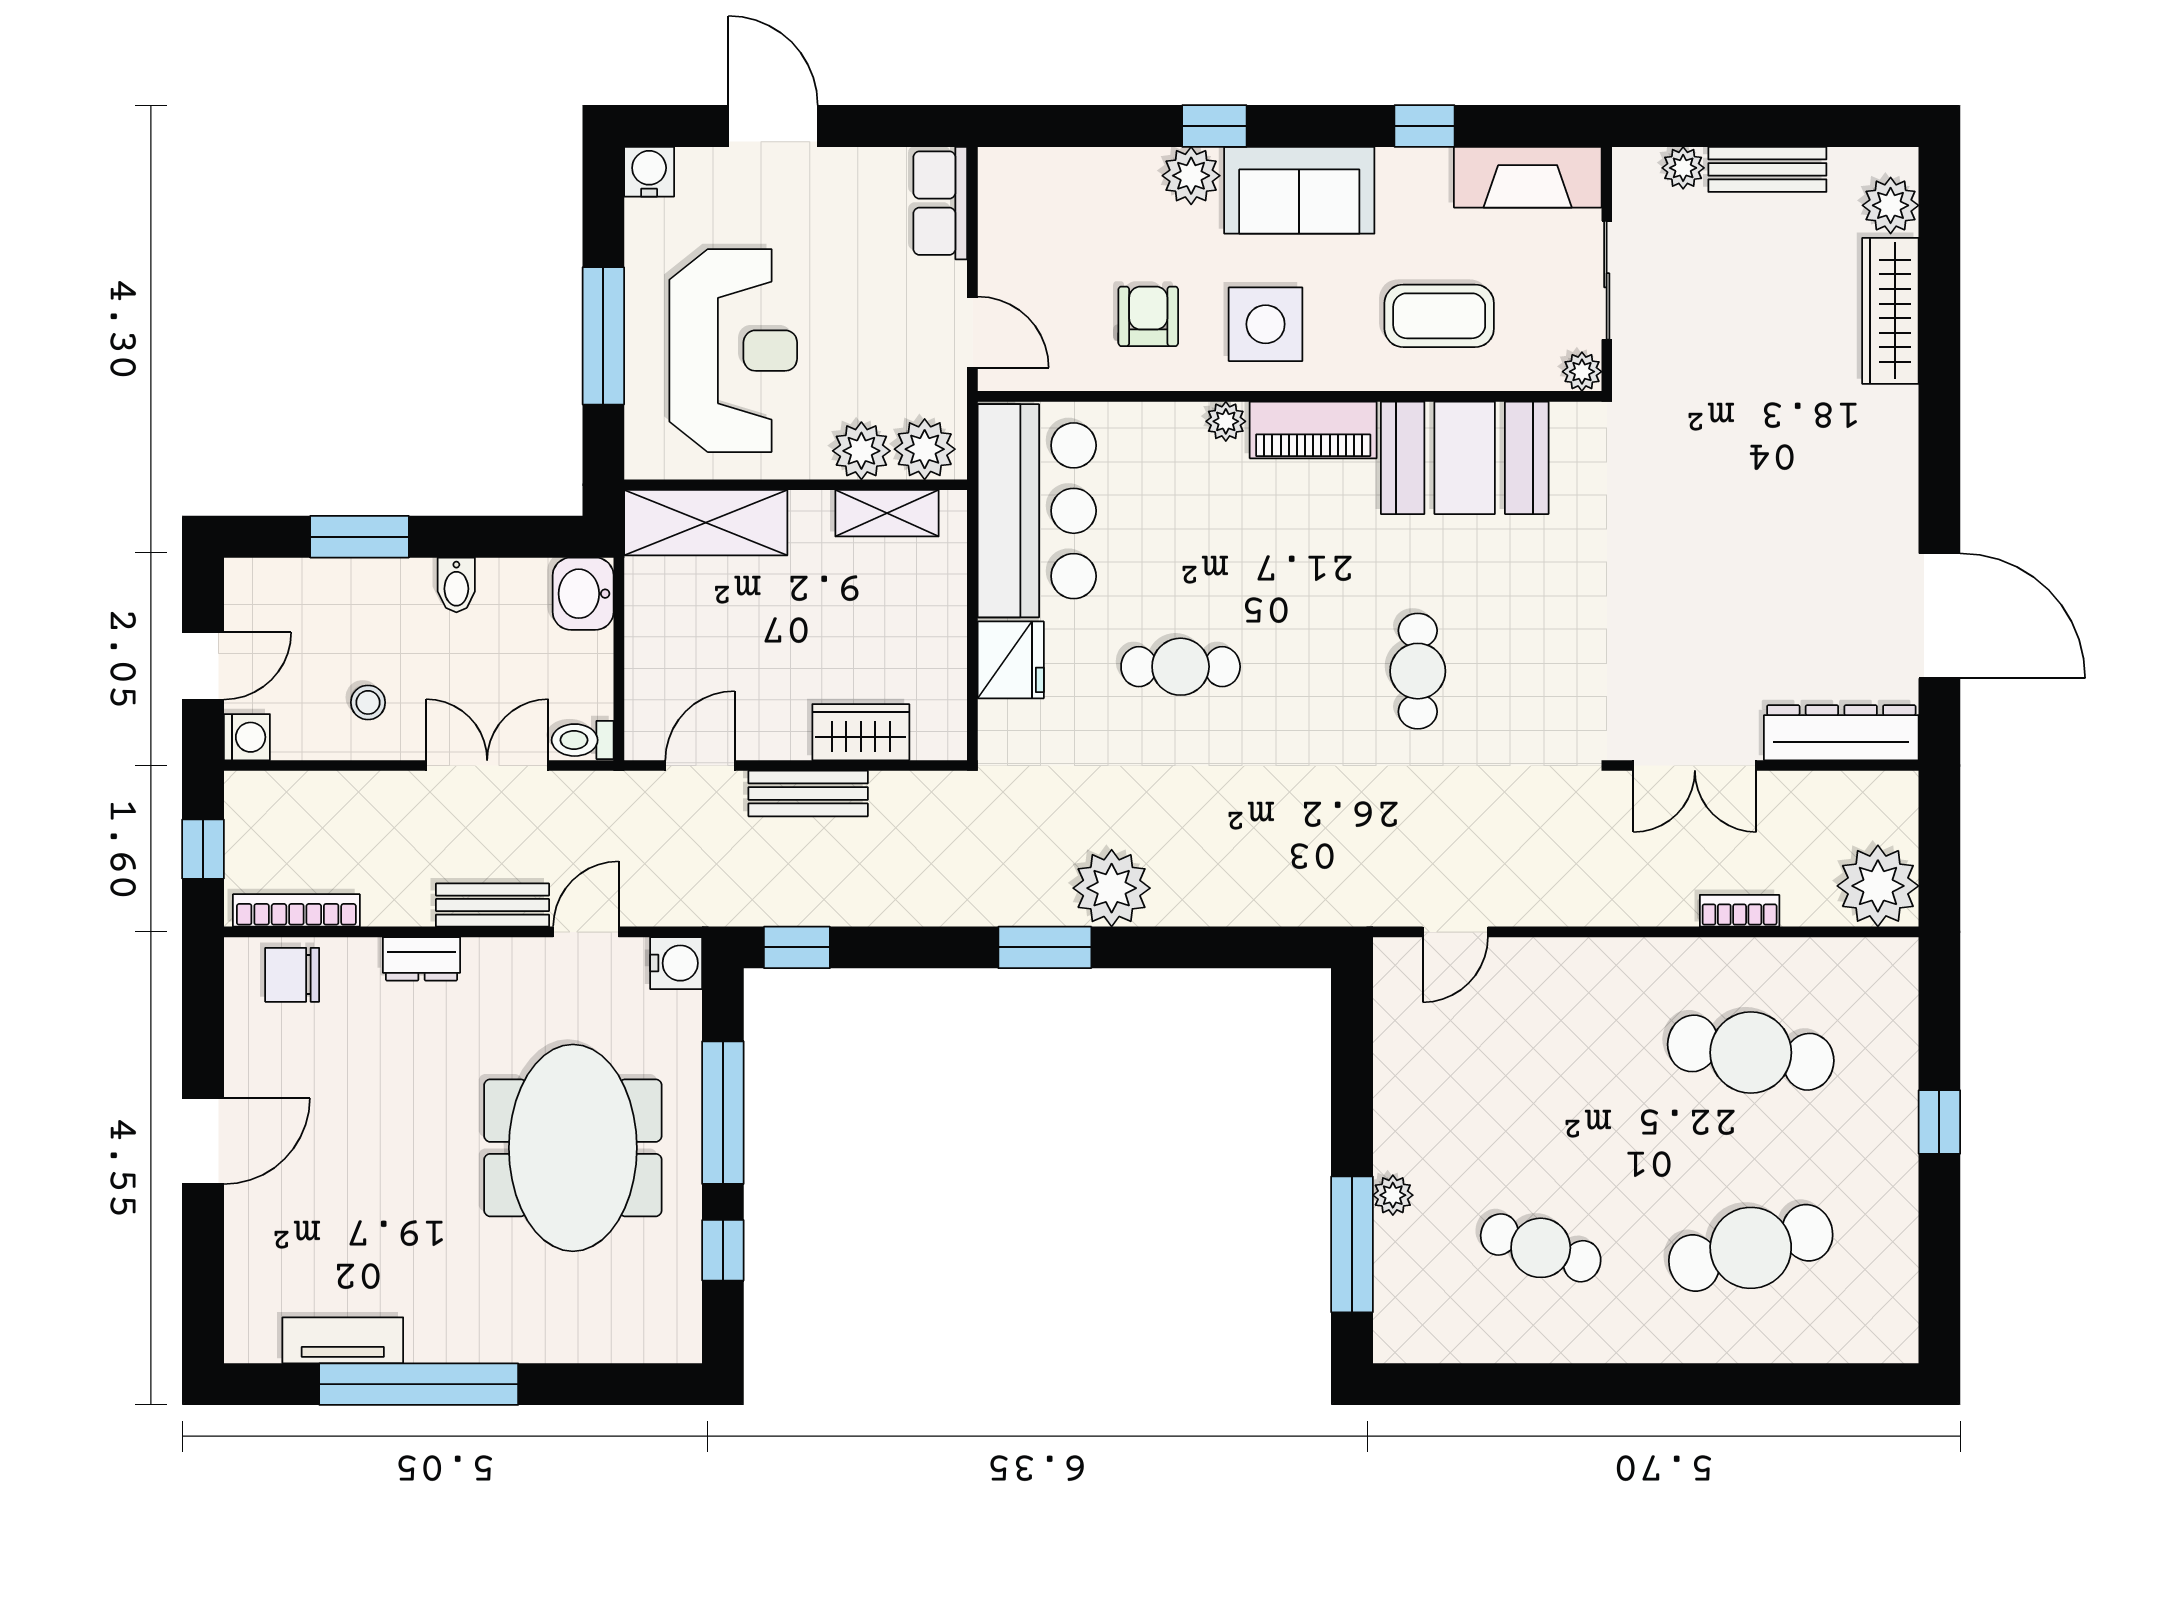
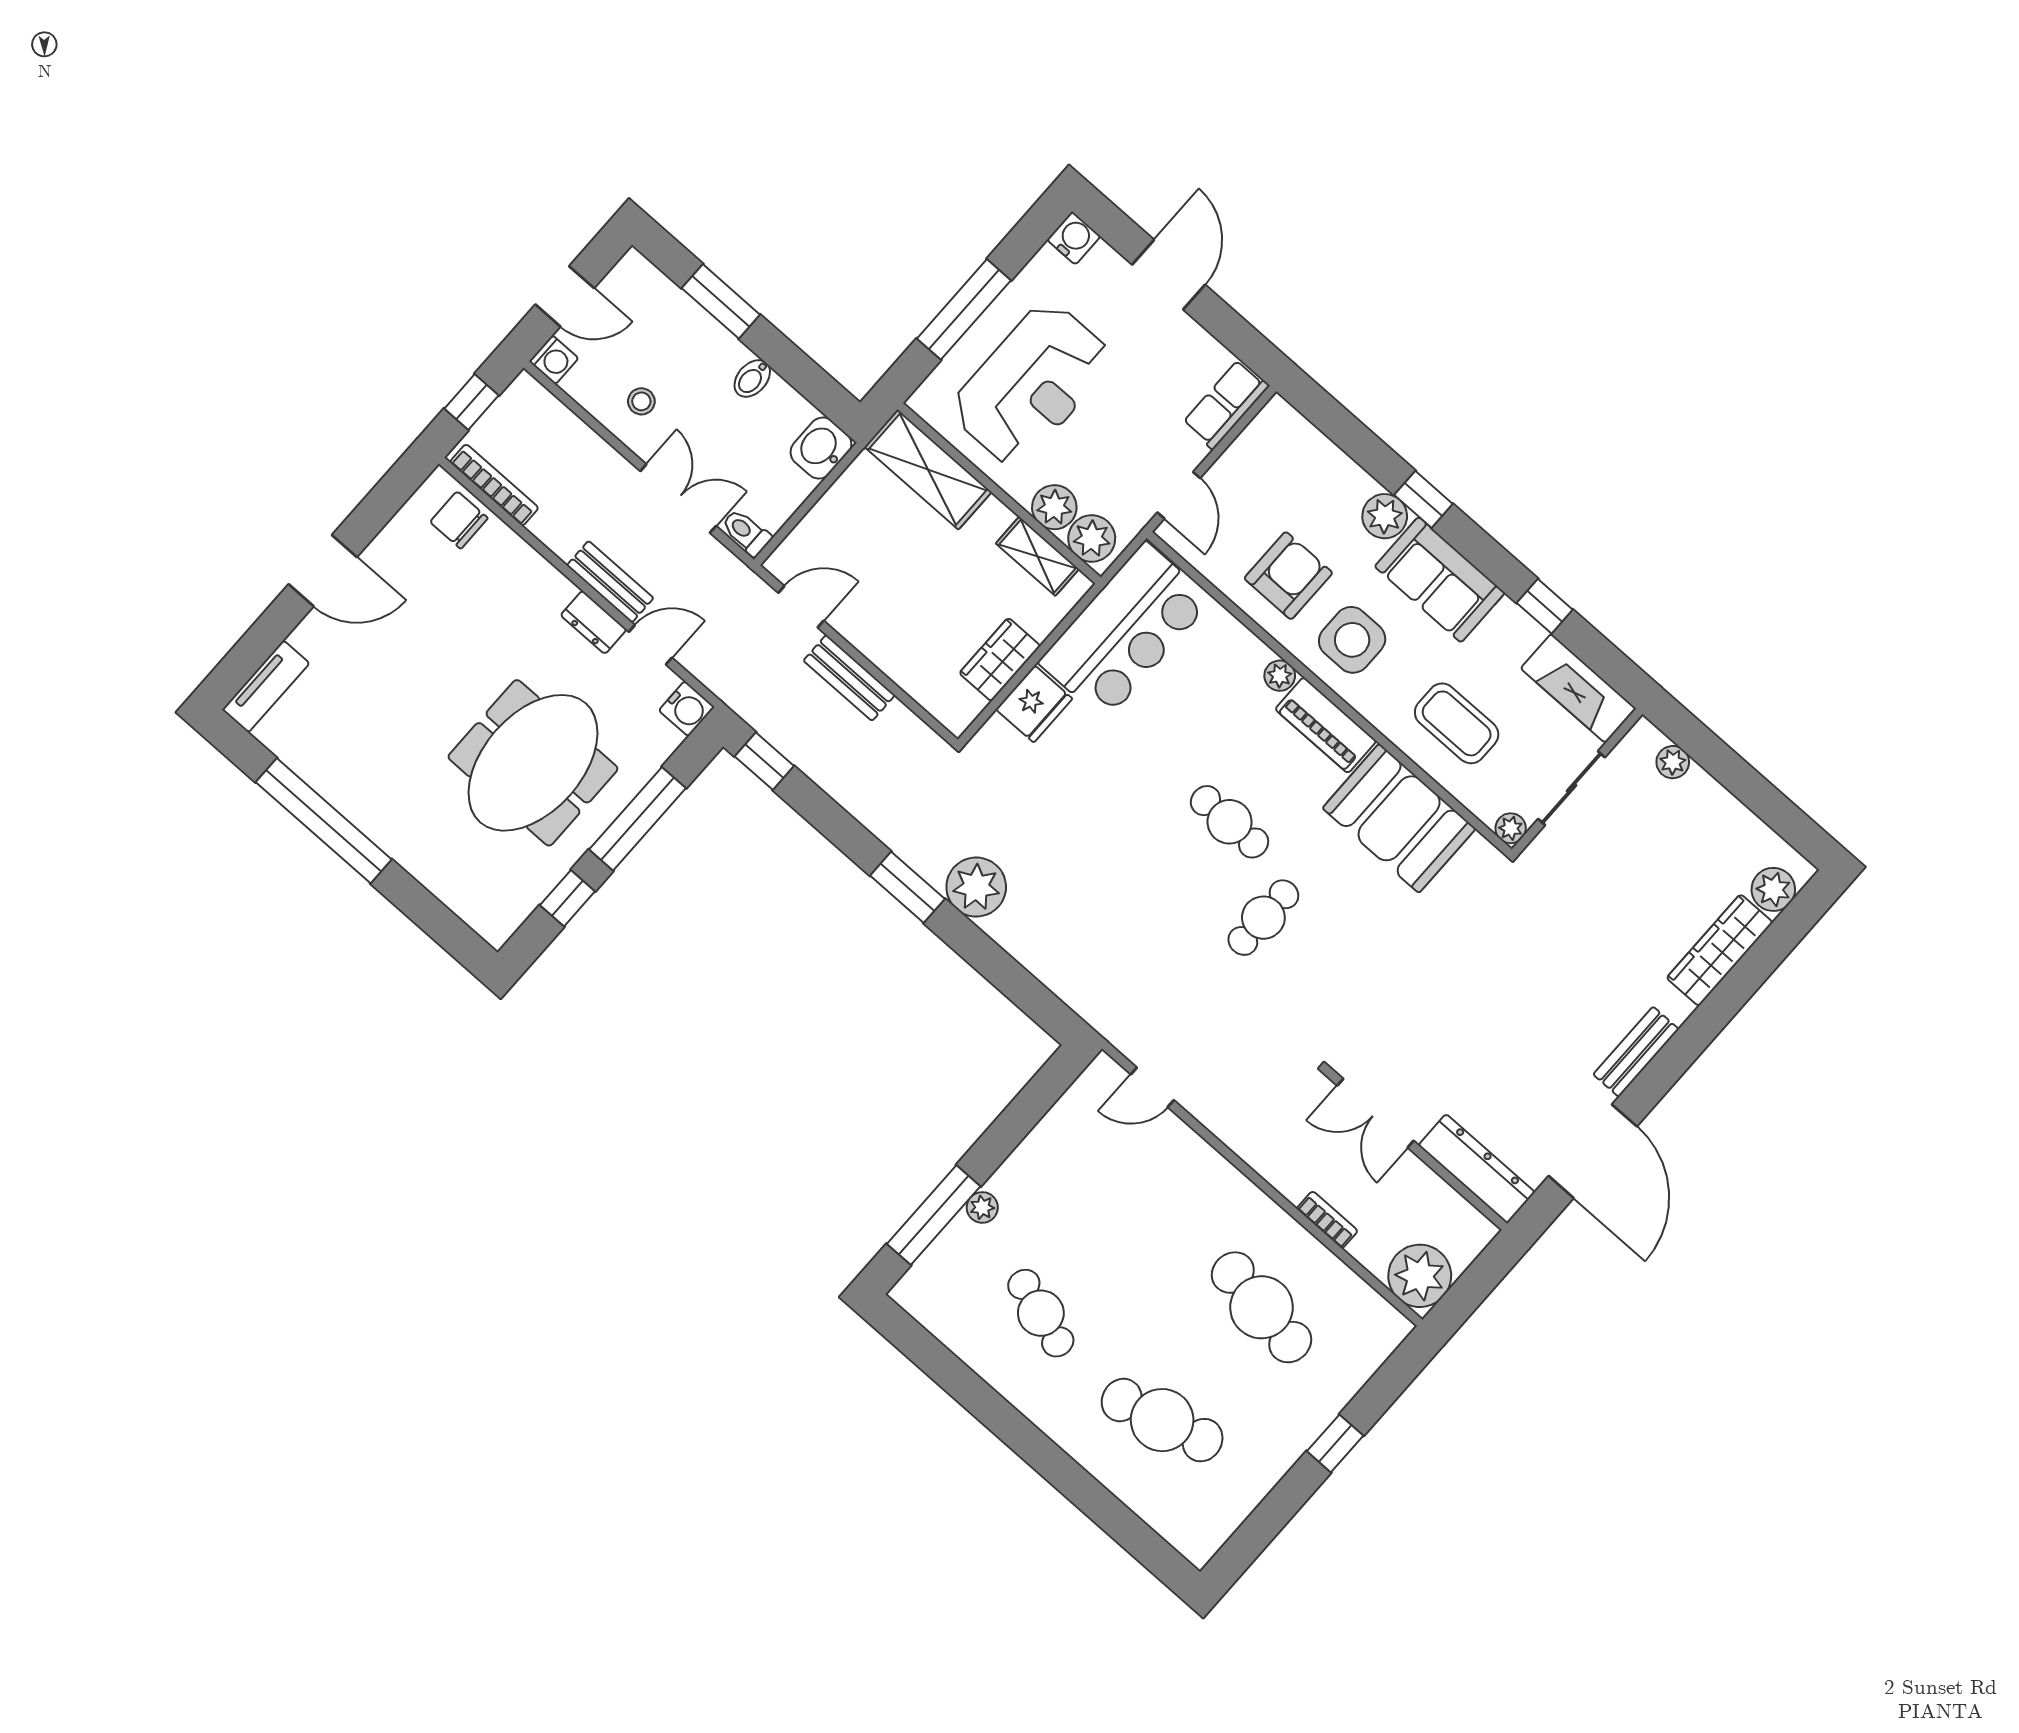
bench: (1767, 169) -> (1636, 1052), moved, turned 90
armchair: (1148, 316) -> (1288, 576), width x1.38, depth x1.38
cafe table: (1181, 667) -> (1230, 822), moved
wardrobe: (861, 732) -> (1000, 659), moved, turned -90
dresser: (422, 959) -> (594, 622), moved
tv unit: (343, 1340) -> (266, 686), moved, turned 90

